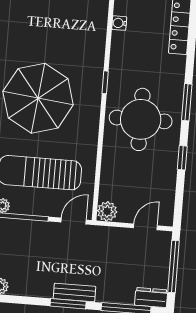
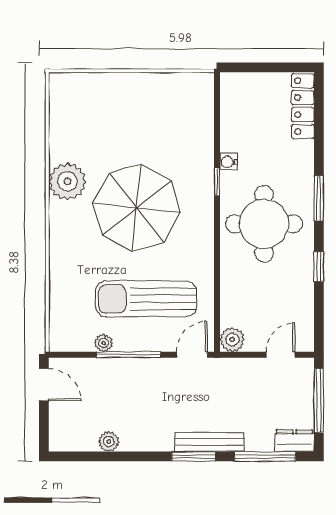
water cooler: (119, 23) -> (228, 162), moved
bench: (74, 292) -> (209, 442), width x1.36

